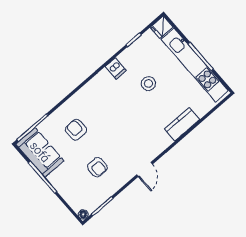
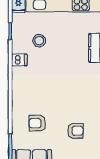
stool: (148, 84) -> (39, 41), moved

